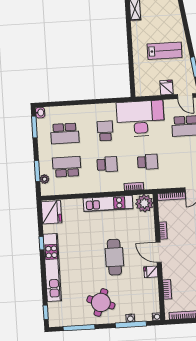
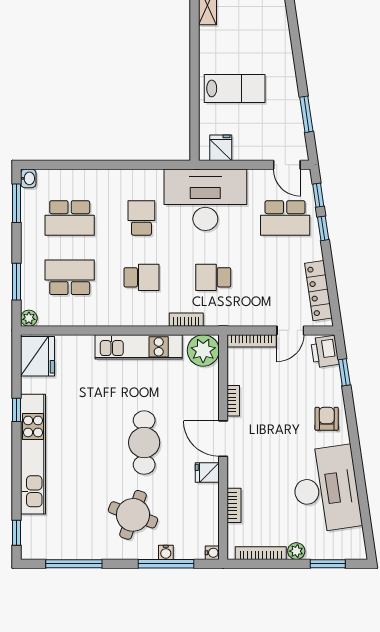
lab bench: (165, 51) -> (235, 88), moved
fridge: (166, 88) -> (221, 148), moved
school desk: (148, 162) -> (213, 277), turned 180
plant: (45, 179) -> (29, 318), moved
round table: (101, 302) -> (133, 515), moved

